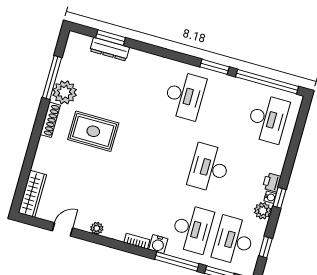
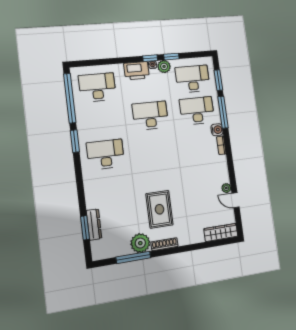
desk: (209, 168) -> (150, 116), turned 180
printer: (272, 182) -> (137, 71), width x1.87, depth x1.48
plant: (97, 228) -> (226, 188), moved
desk: (234, 240) -> (193, 79), turned 180
window: (266, 247) -> (171, 57), moved

